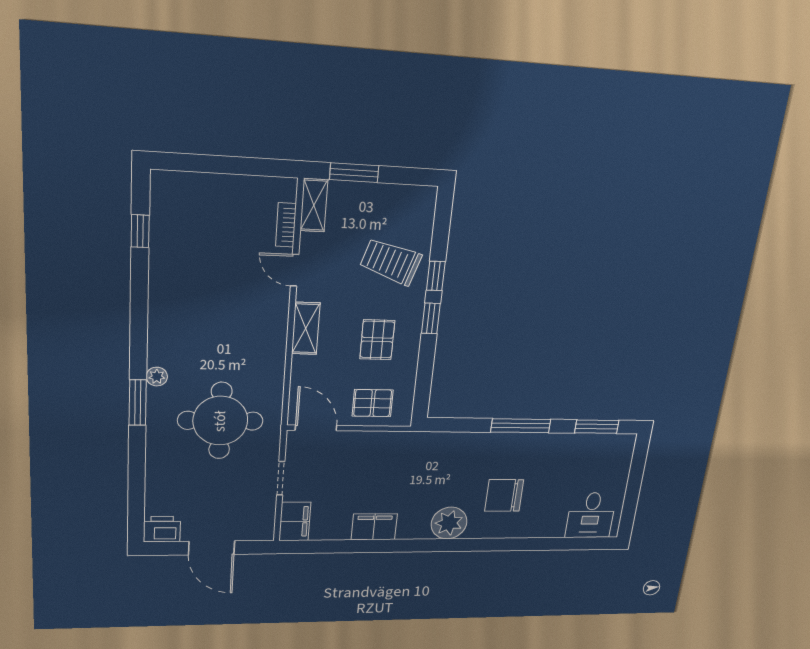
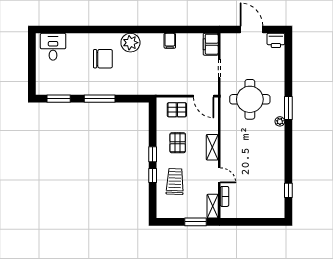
trolley: (391, 262) -> (175, 181), turned -106
filing cabinet: (374, 527) -> (170, 41), width x0.50

